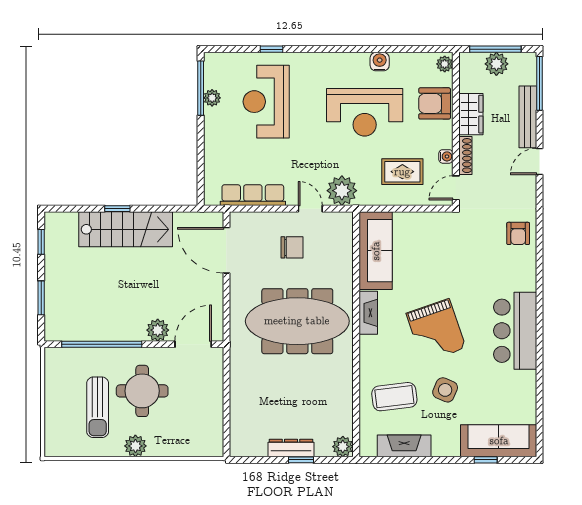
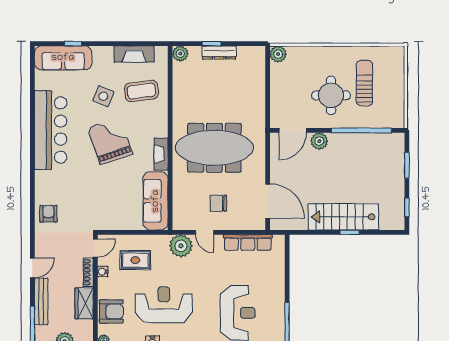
plant: (212, 98) -> (278, 316), removed
bar counter: (515, 331) -> (51, 130), width x1.36
plant: (135, 446) -> (278, 54), moved

